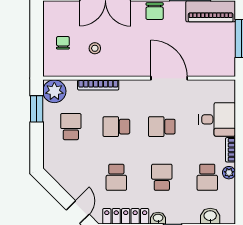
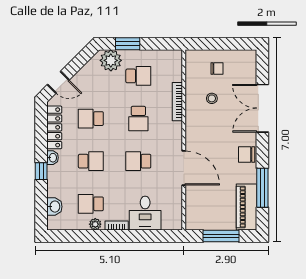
door: (169, 78) -> (184, 168), hinge flipped
plant: (54, 91) -> (111, 60), moved
window: (37, 109) -> (128, 44), moved
school desk: (116, 127) -> (138, 119), turned 180
school desk: (162, 127) -> (138, 161), turned -90

